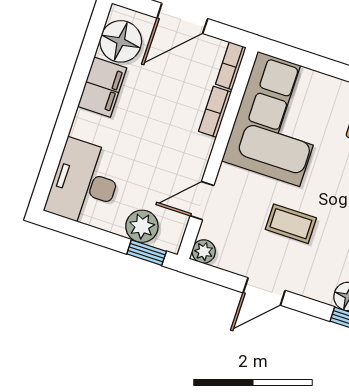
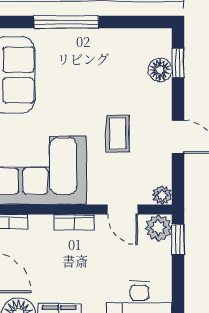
bookcase: (215, 112) -> (74, 222), moved
plant: (142, 226) -> (158, 228), moved

